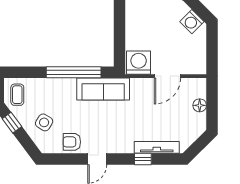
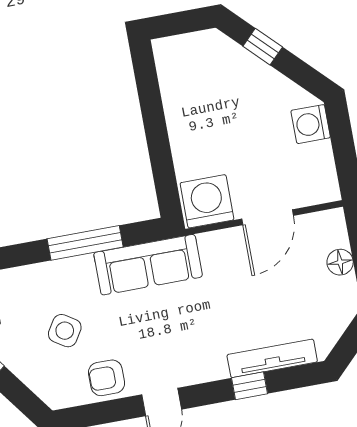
washing machine: (192, 22) -> (311, 124), moved, turned 45
window: (74, 72) -> (85, 243), width x0.68
side table: (44, 122) -> (65, 331), moved

